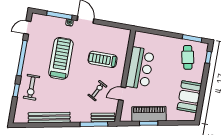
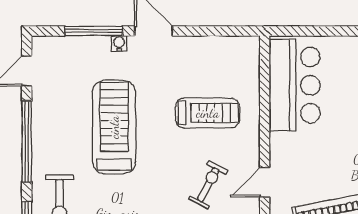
treadmill: (103, 59) -> (208, 113), turned 180
bar counter: (140, 68) -> (295, 85), moved

